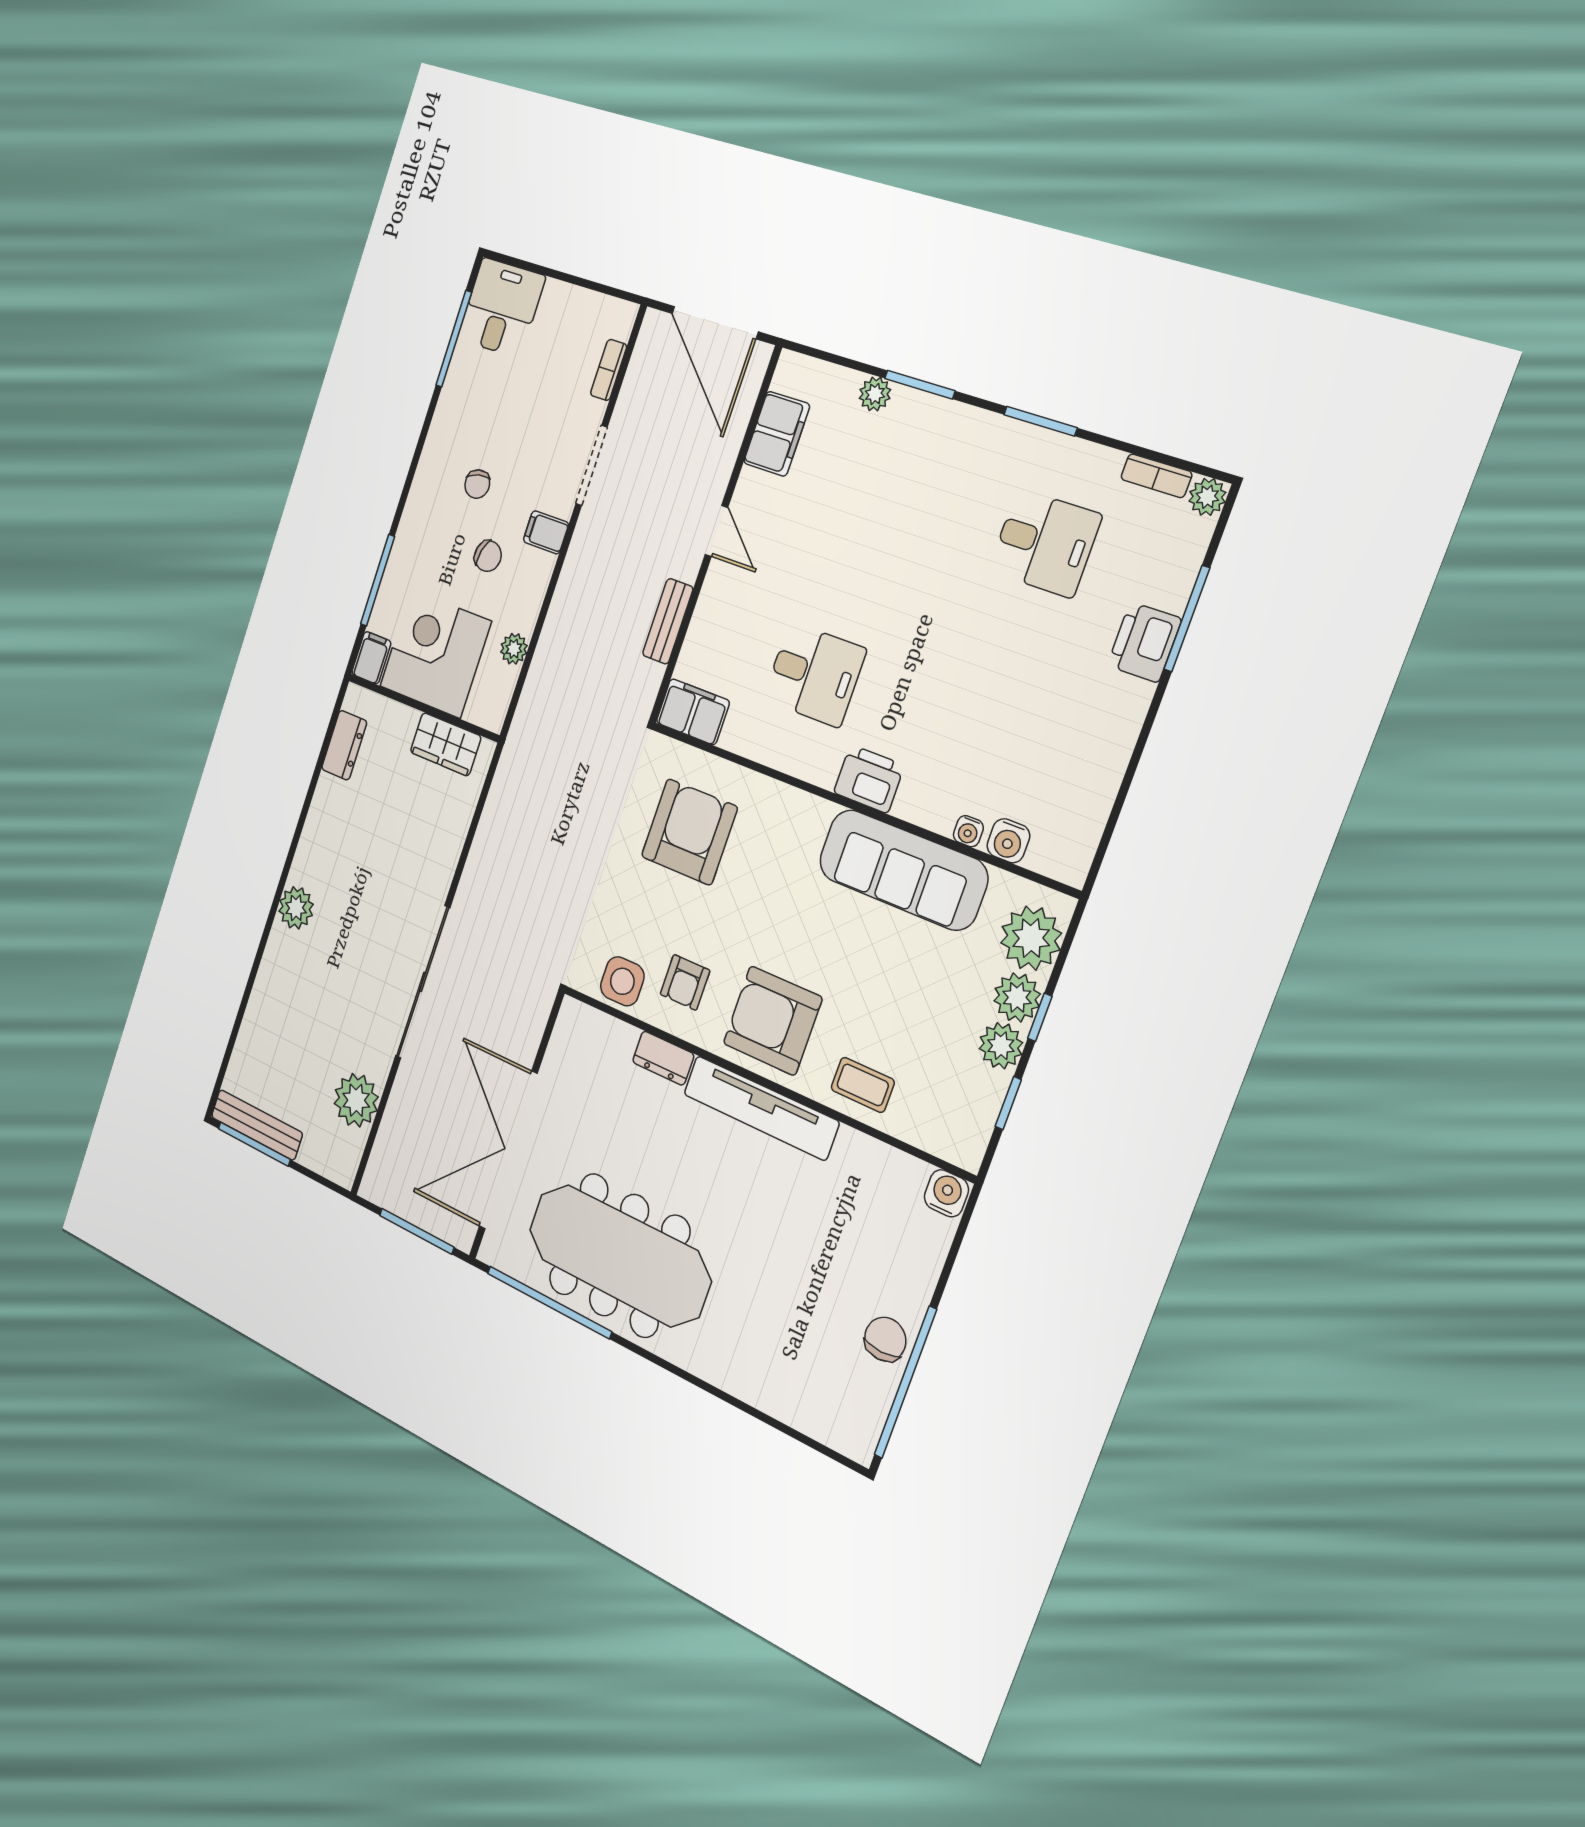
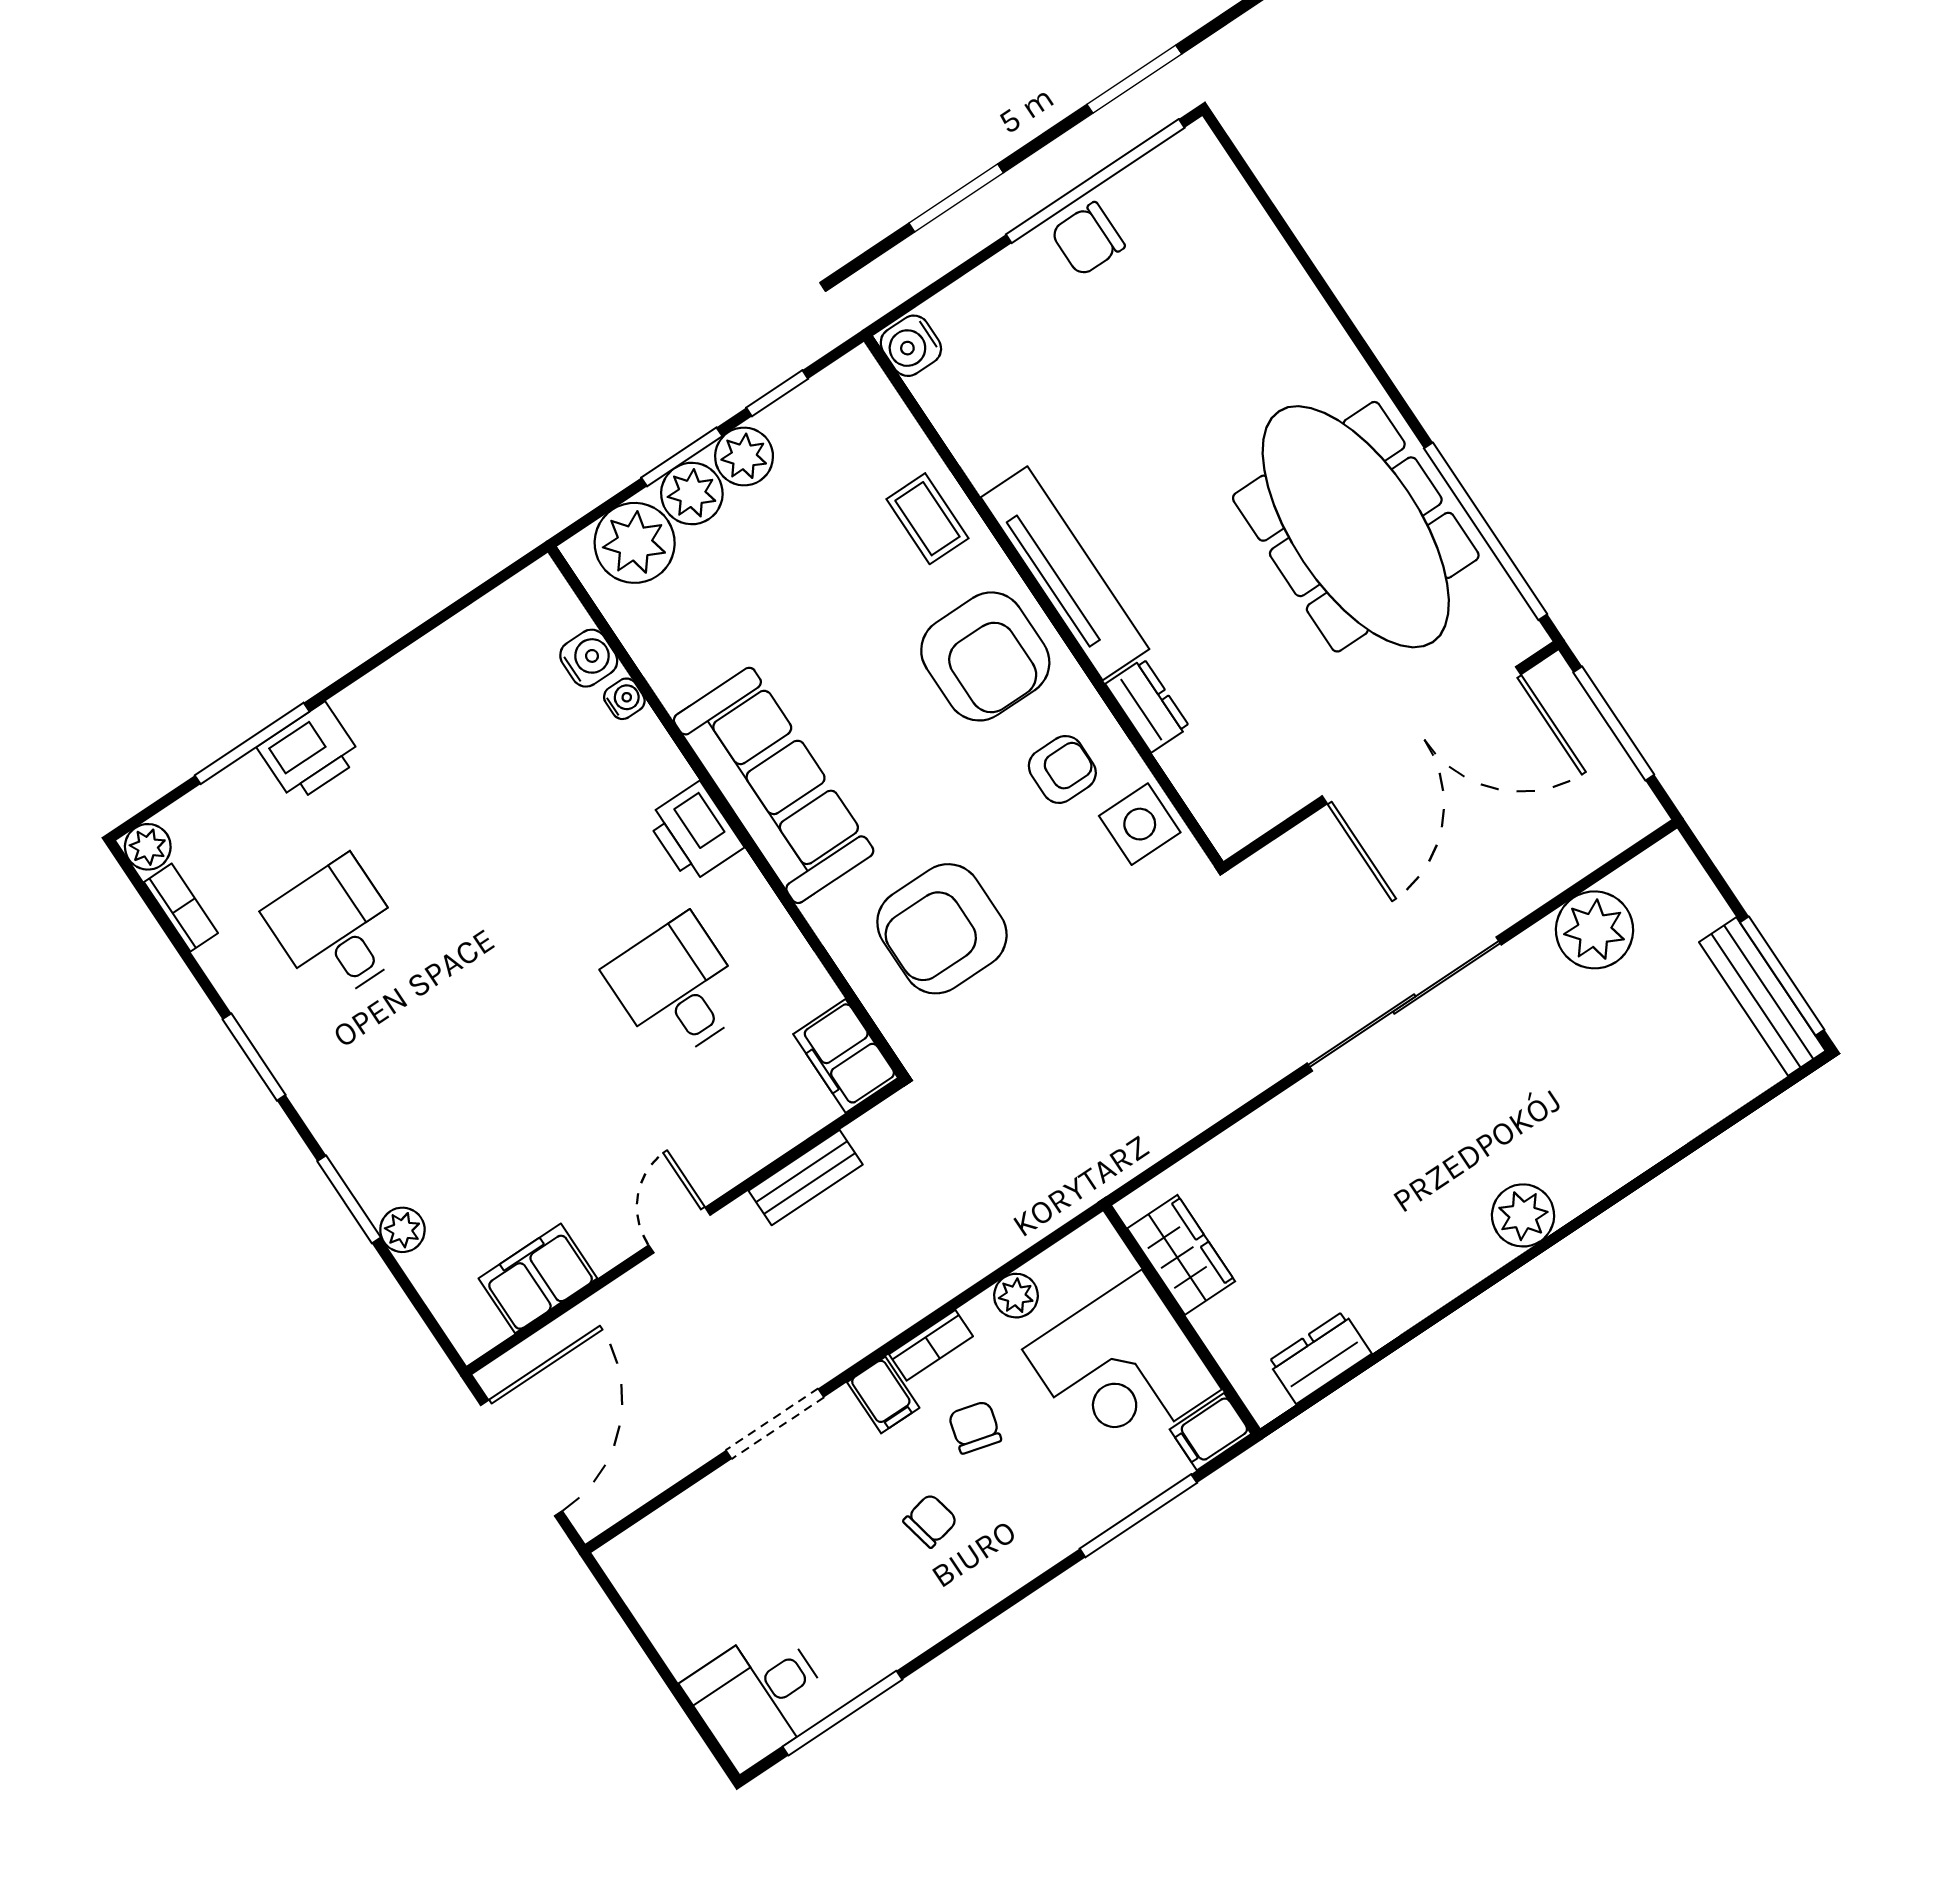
bookcase: (609, 370) -> (931, 1345), moved
sofa: (903, 870) -> (774, 785), moved
window: (1040, 1017) -> (682, 457), width x1.50

